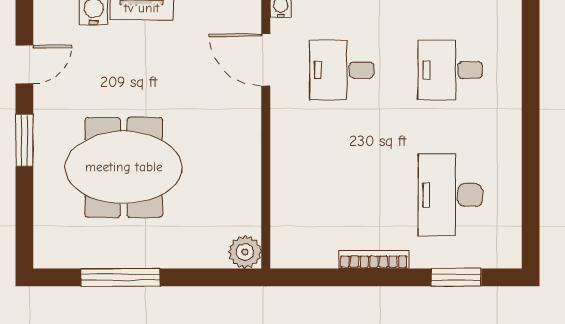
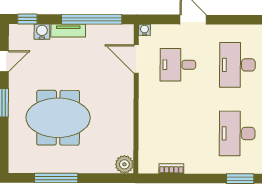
desk: (450, 70) -> (237, 65), width x1.37
bookcase: (374, 260) -> (171, 169), moved, width x0.64

